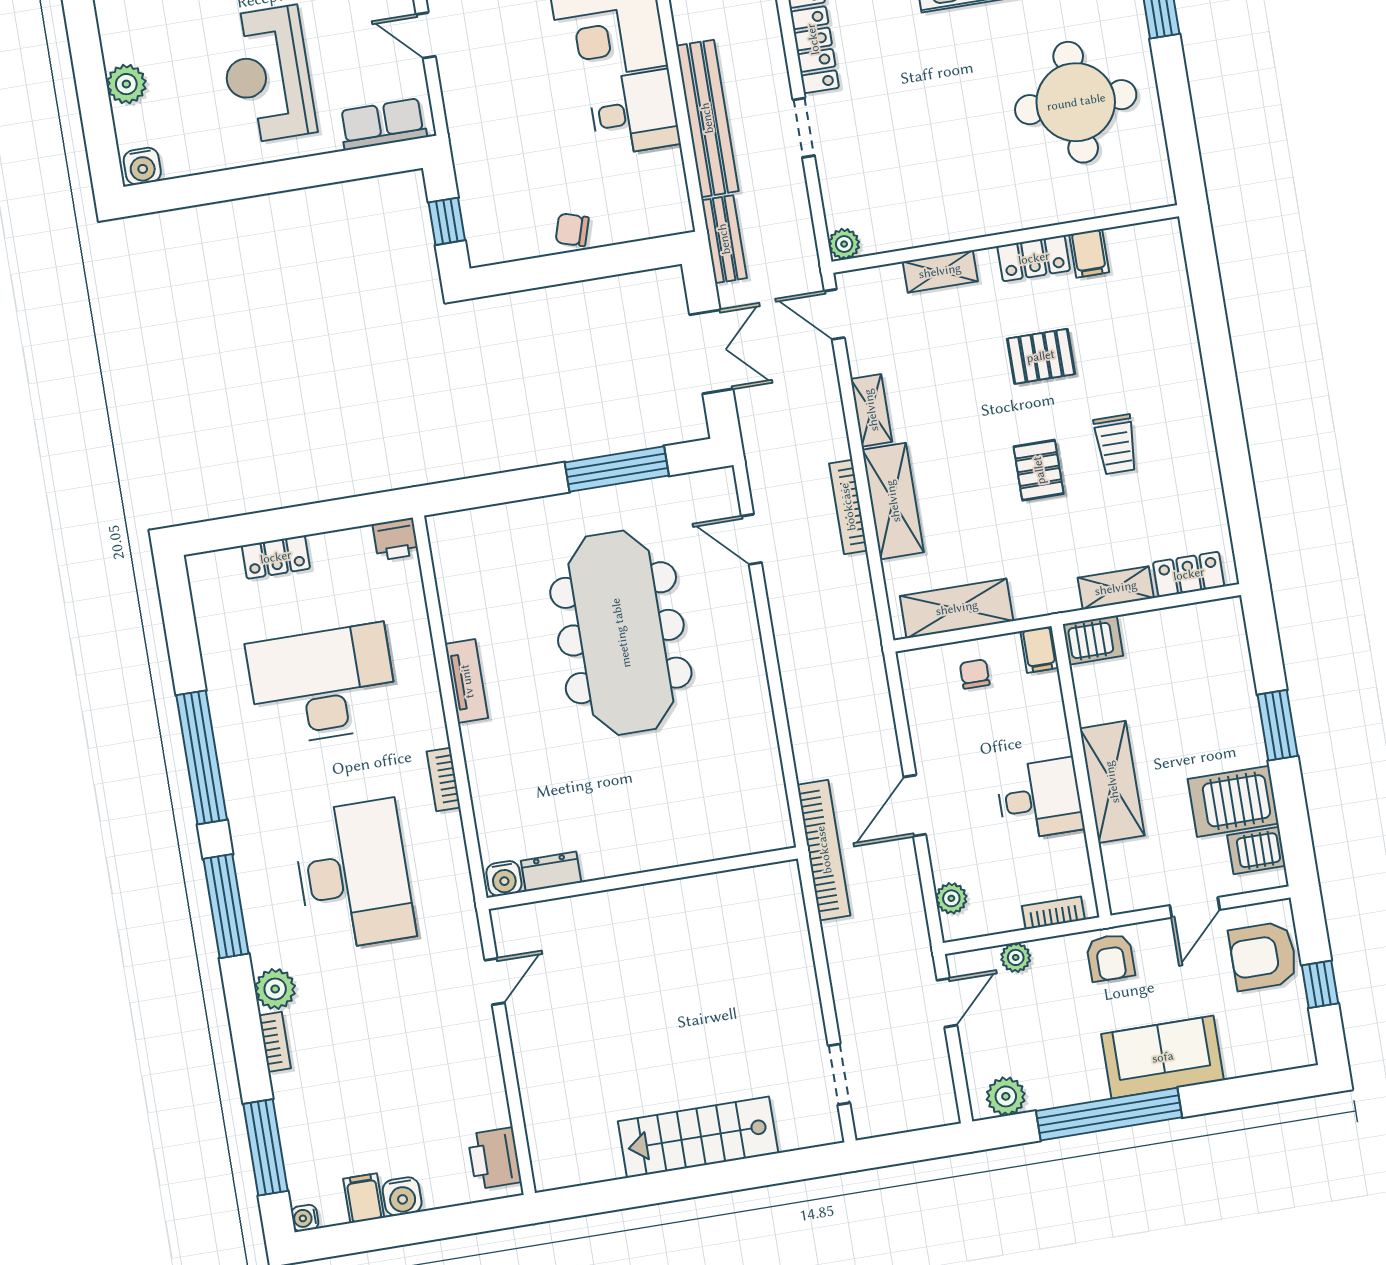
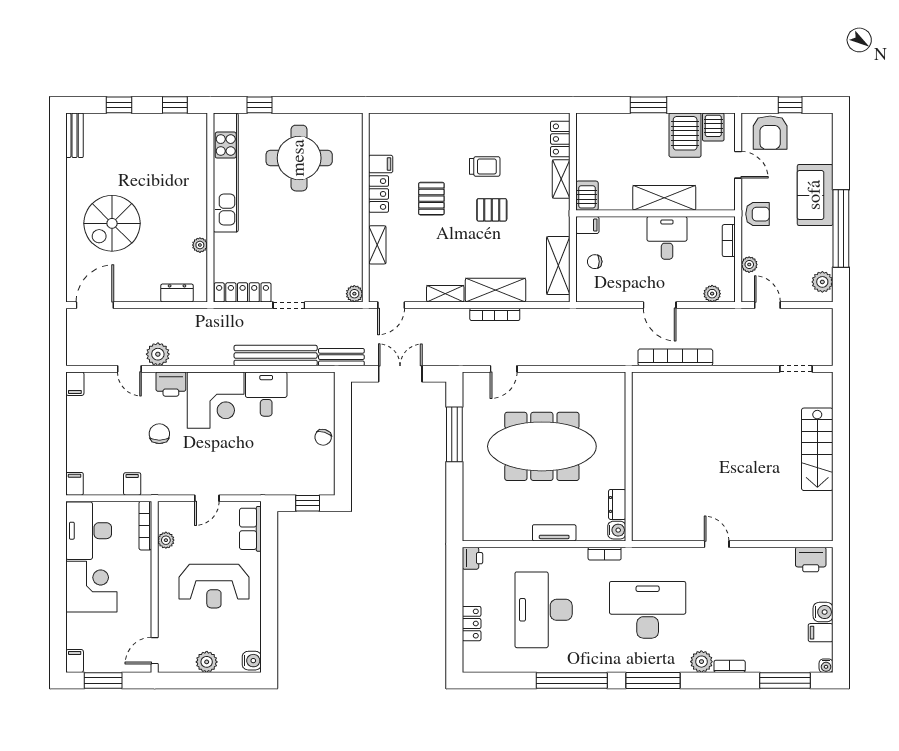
dresser: (551, 872) -> (617, 504), moved
water cooler: (504, 878) -> (617, 530), moved
wall: (642, 878) -> (629, 456), moved

